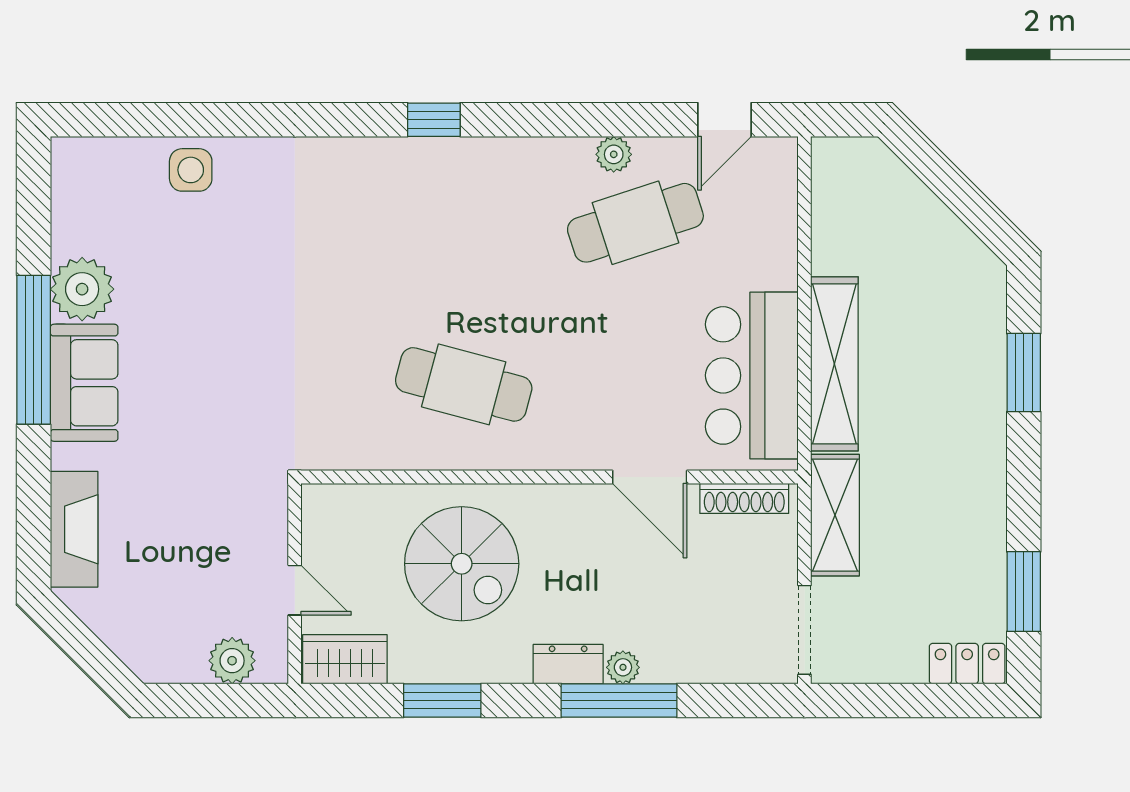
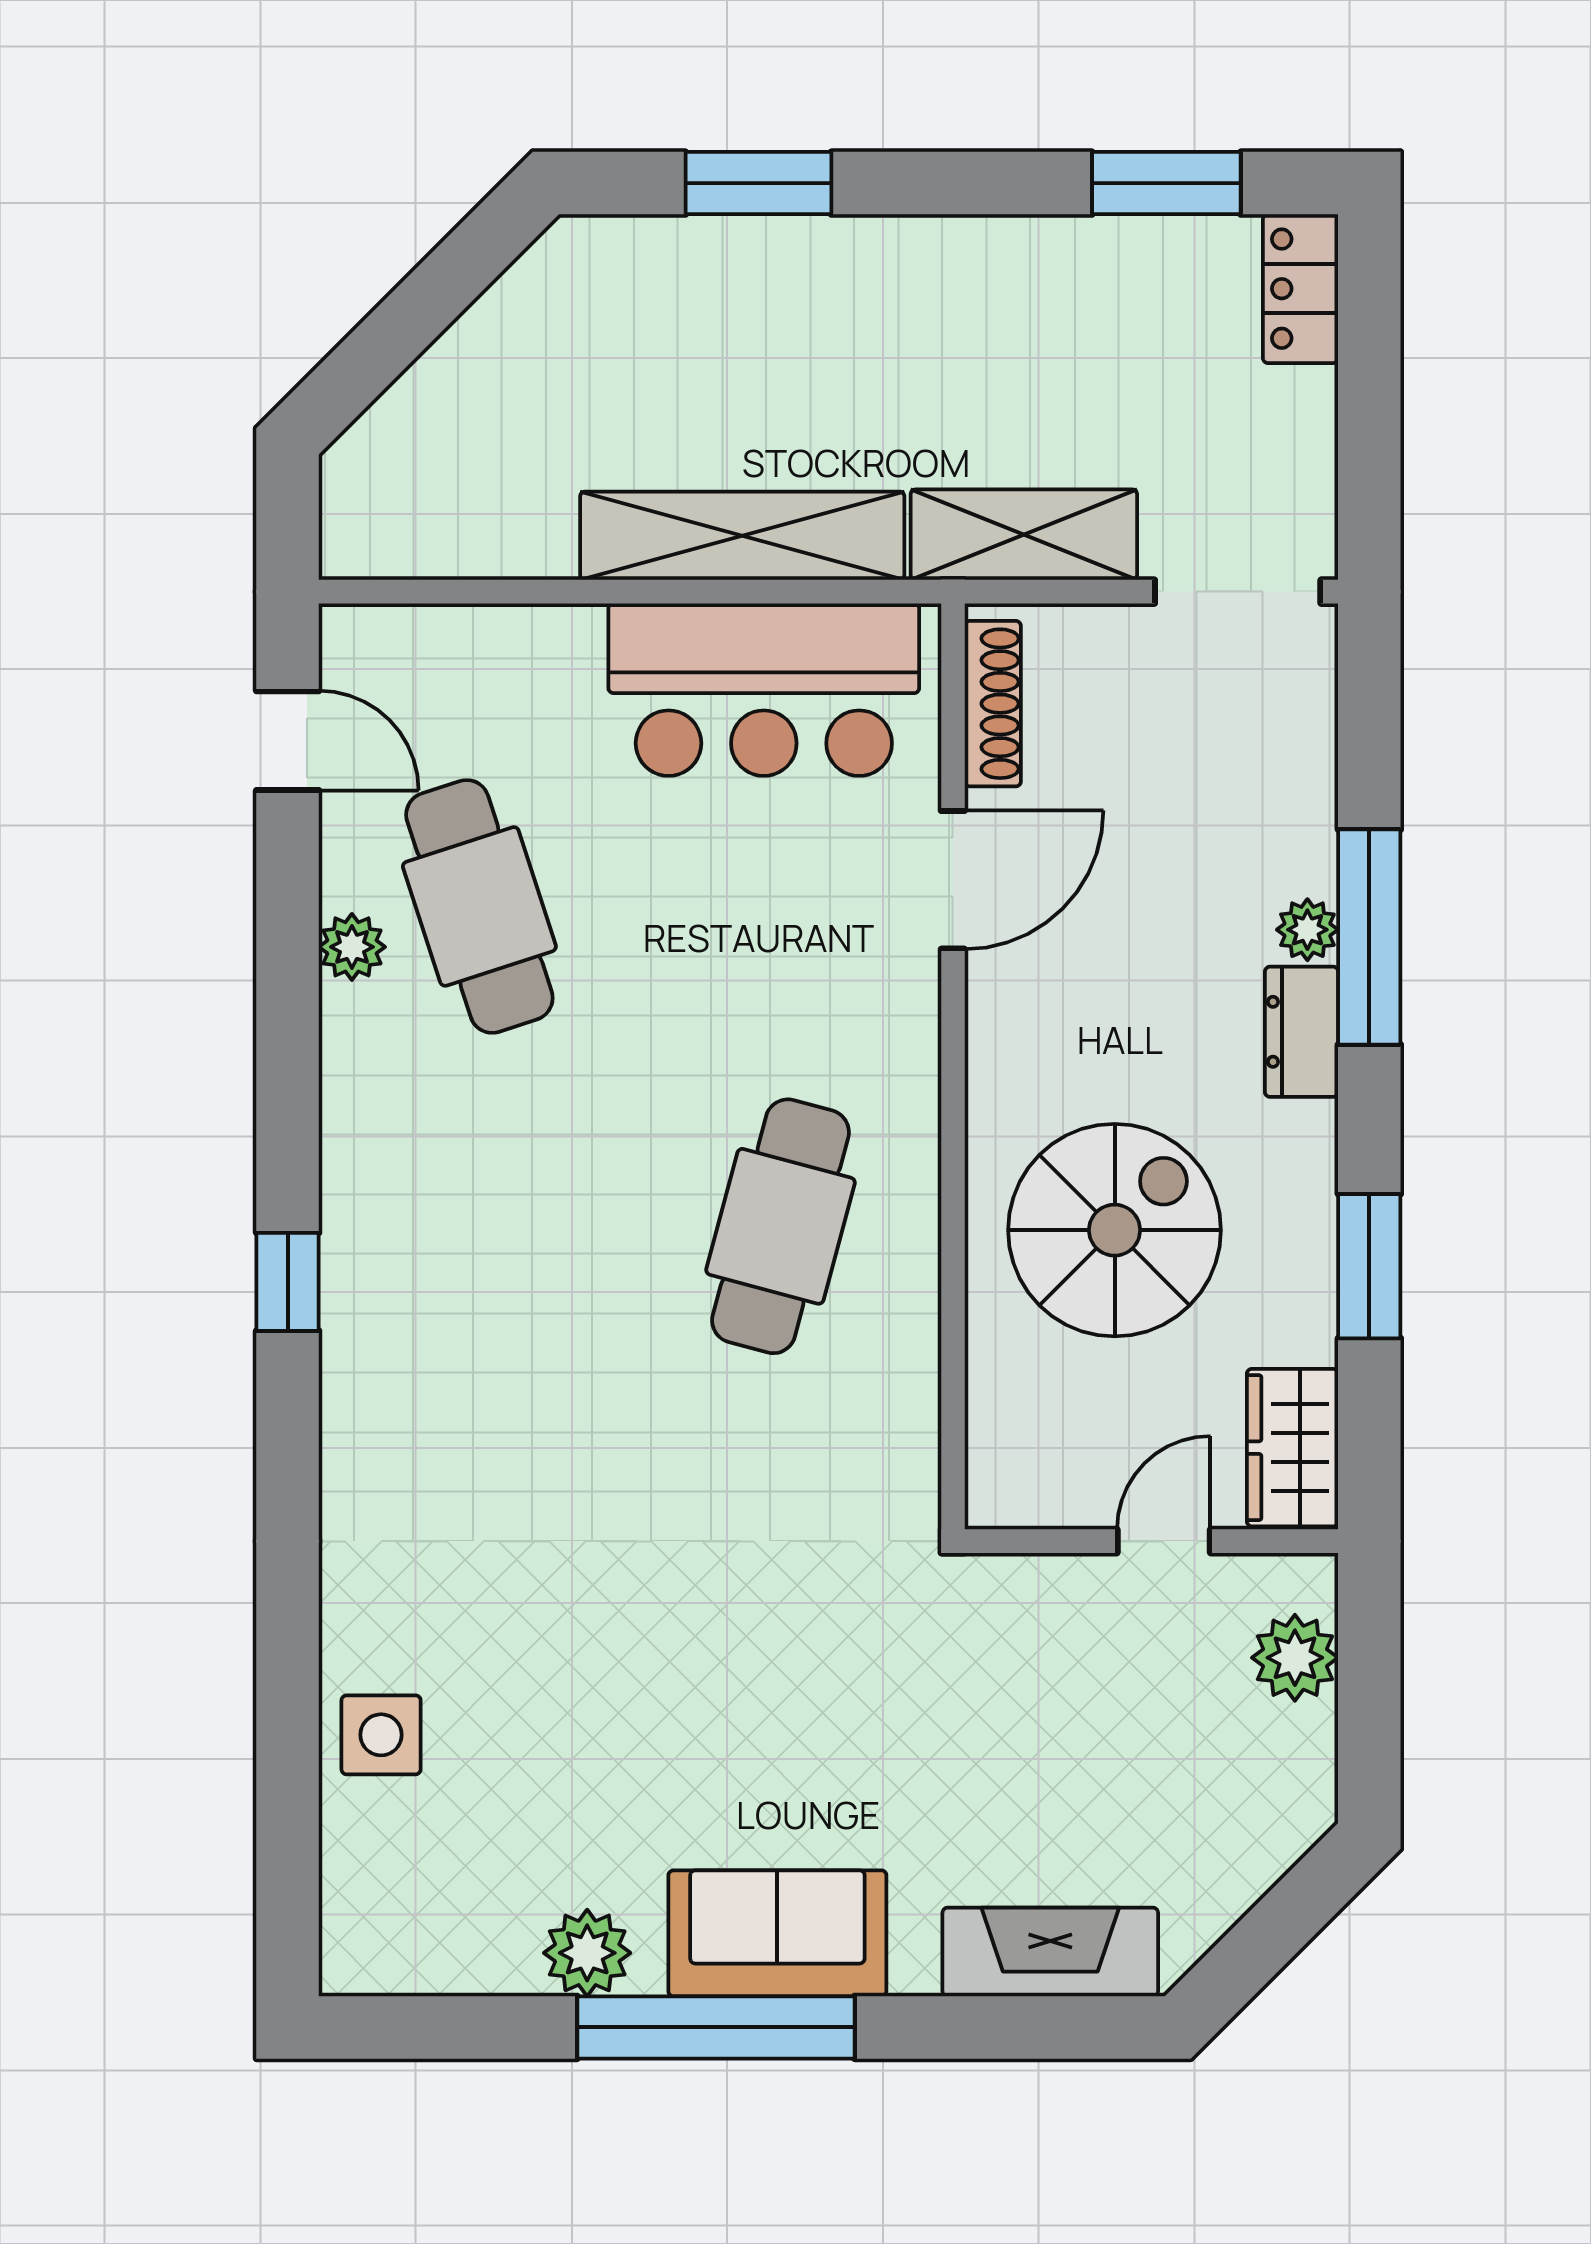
plant: (82, 289) -> (587, 1953), width x0.73, depth x0.73

